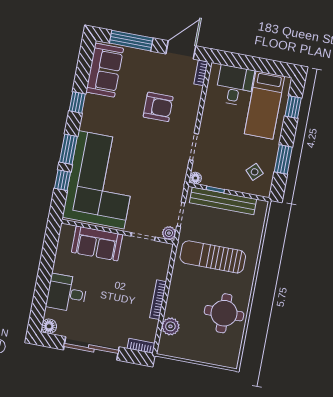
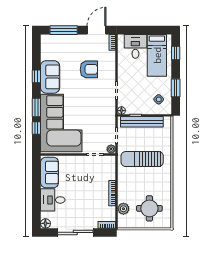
sofa: (105, 70) -> (50, 77), moved
sofa: (97, 243) -> (50, 173), moved, turned -90
round table: (224, 313) -> (149, 208), moved

